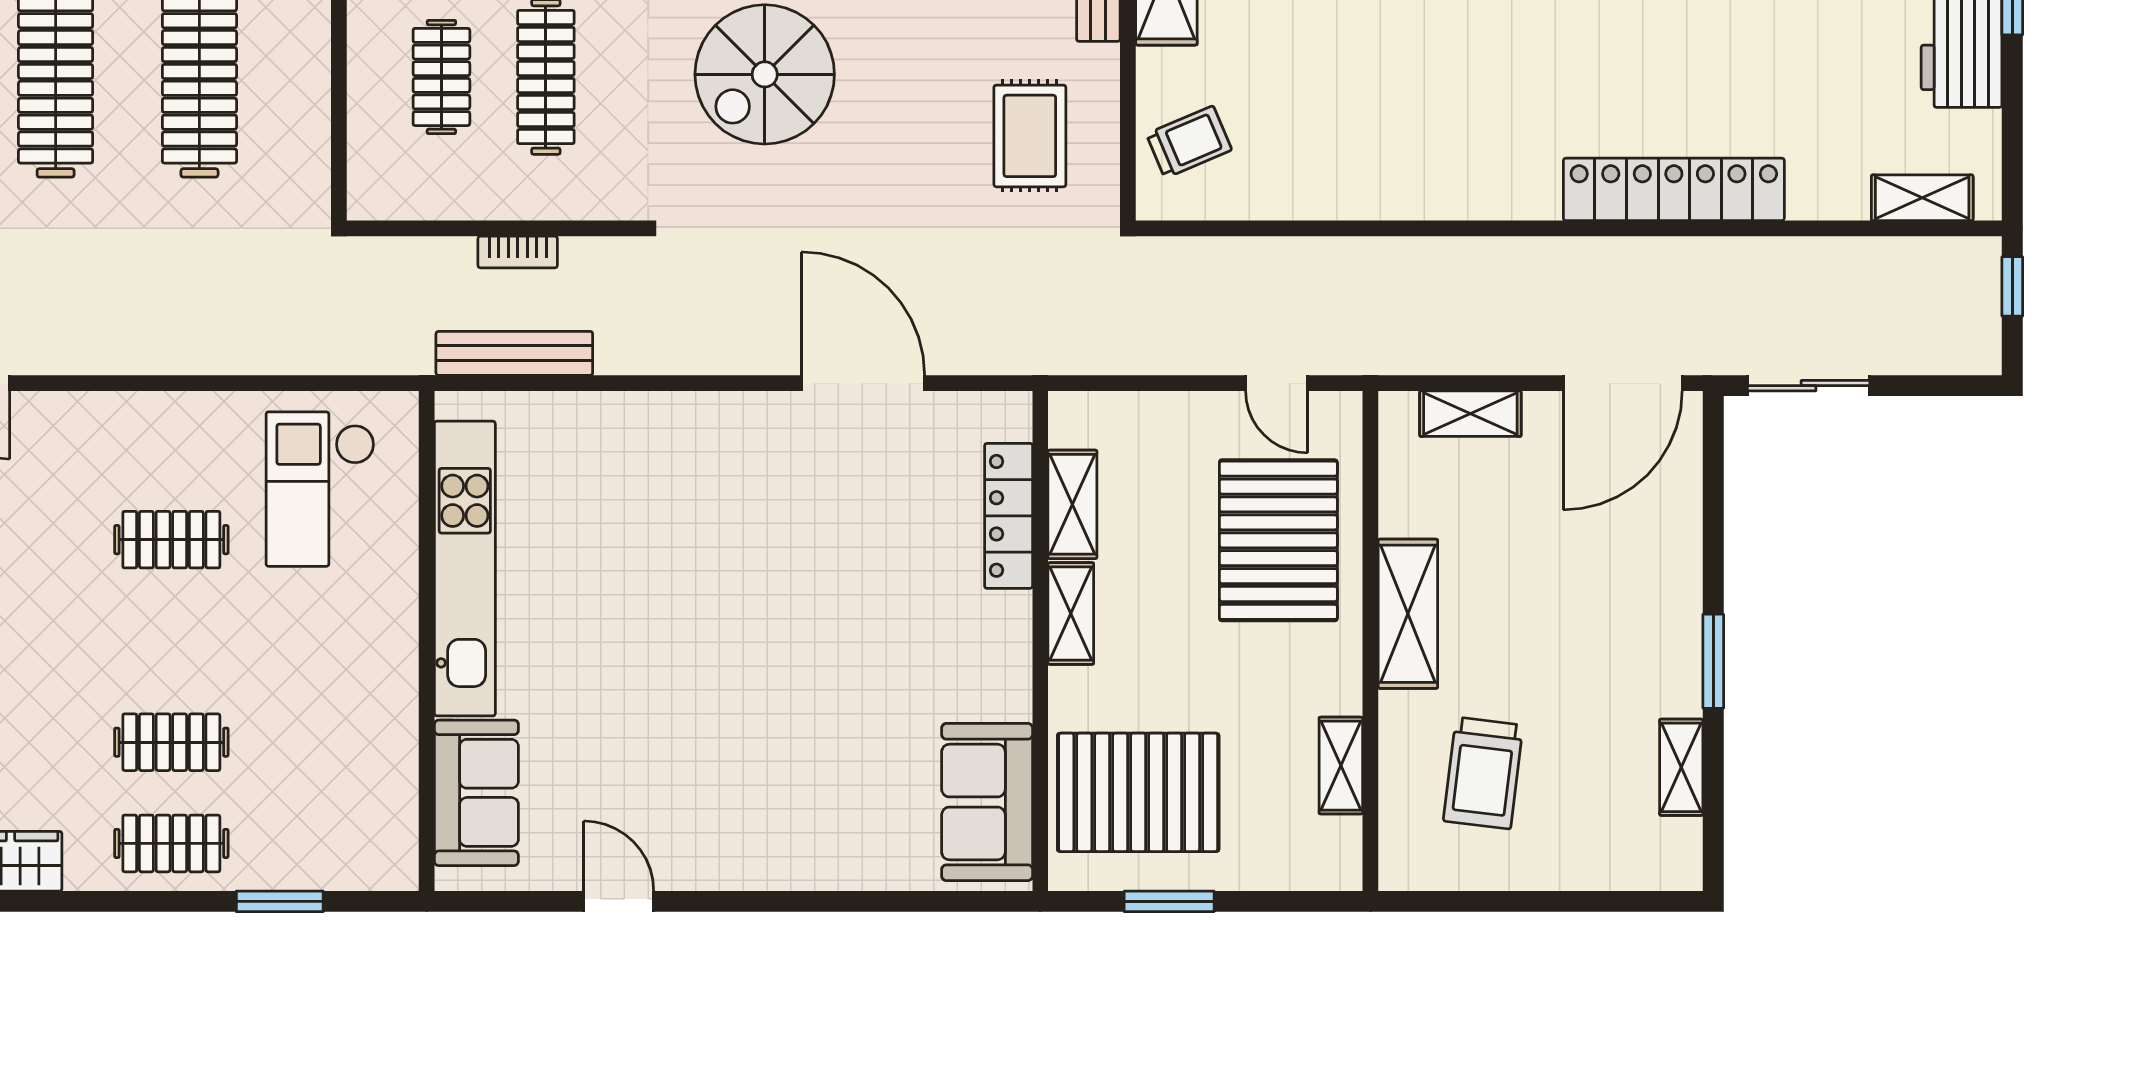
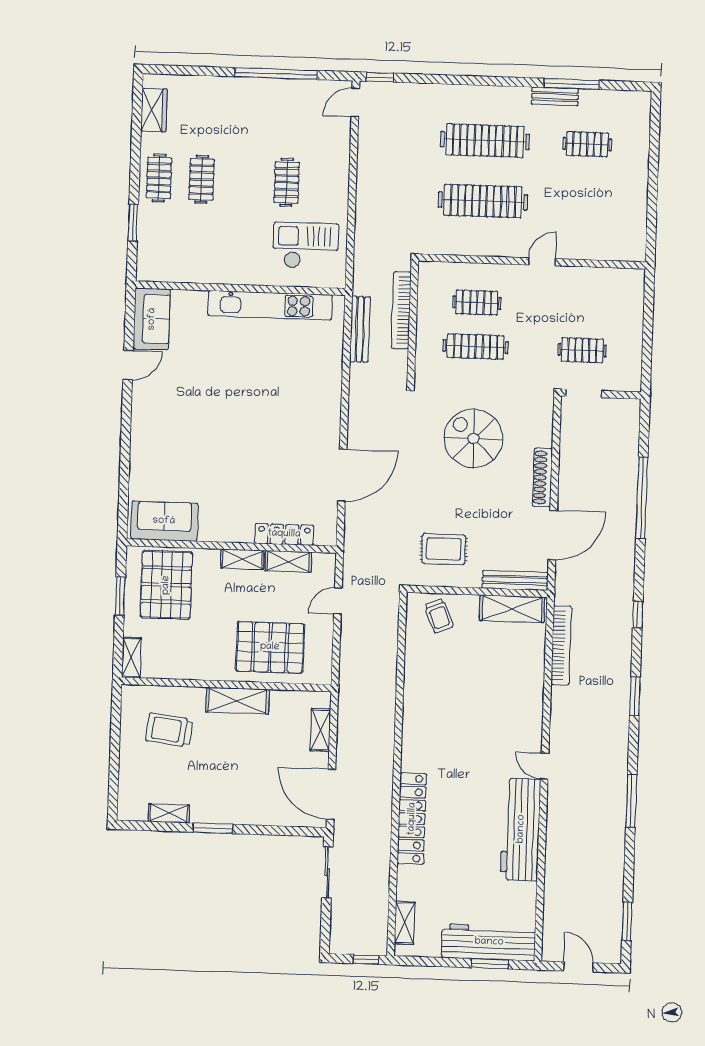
bookcase: (518, 252) -> (401, 310), width x2.31, depth x1.31
door: (1277, 383) -> (338, 601), moved
shelving: (1341, 766) -> (131, 658), moved, turned 90
sofa: (476, 793) -> (152, 319), moved, turned -90

